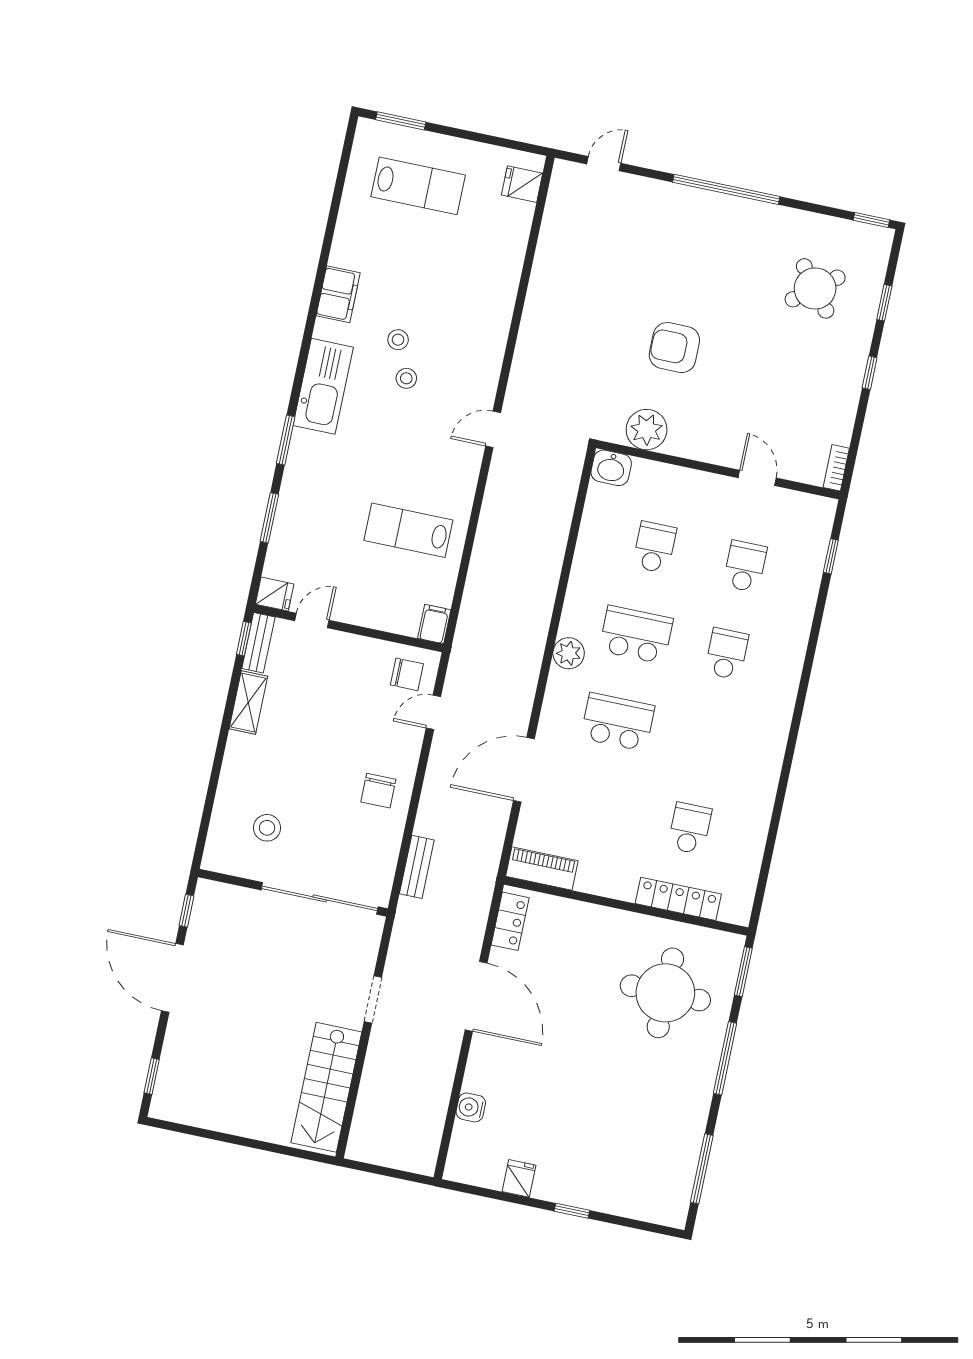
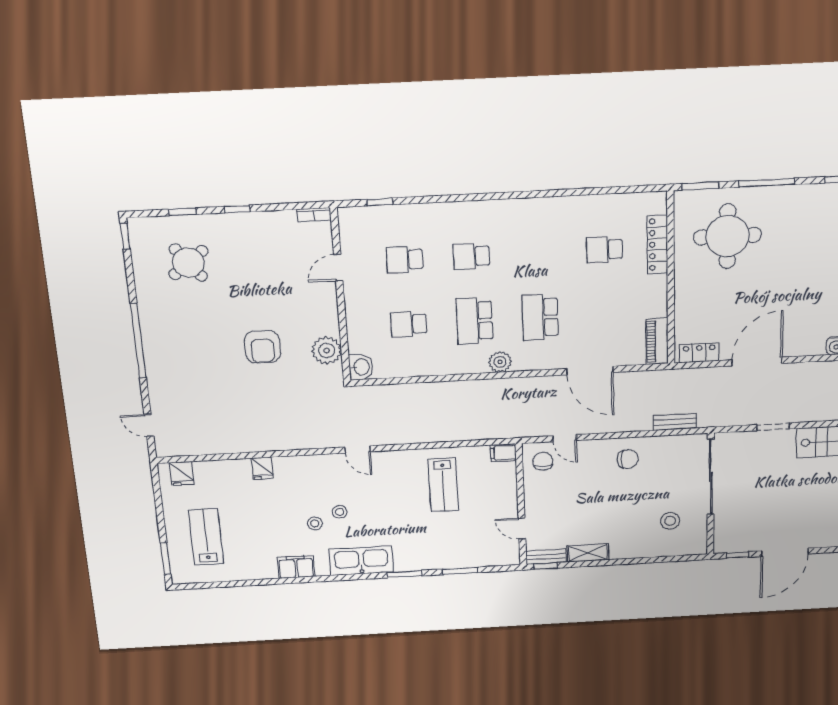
fridge: (275, 594) -> (262, 468), moved, turned 180

